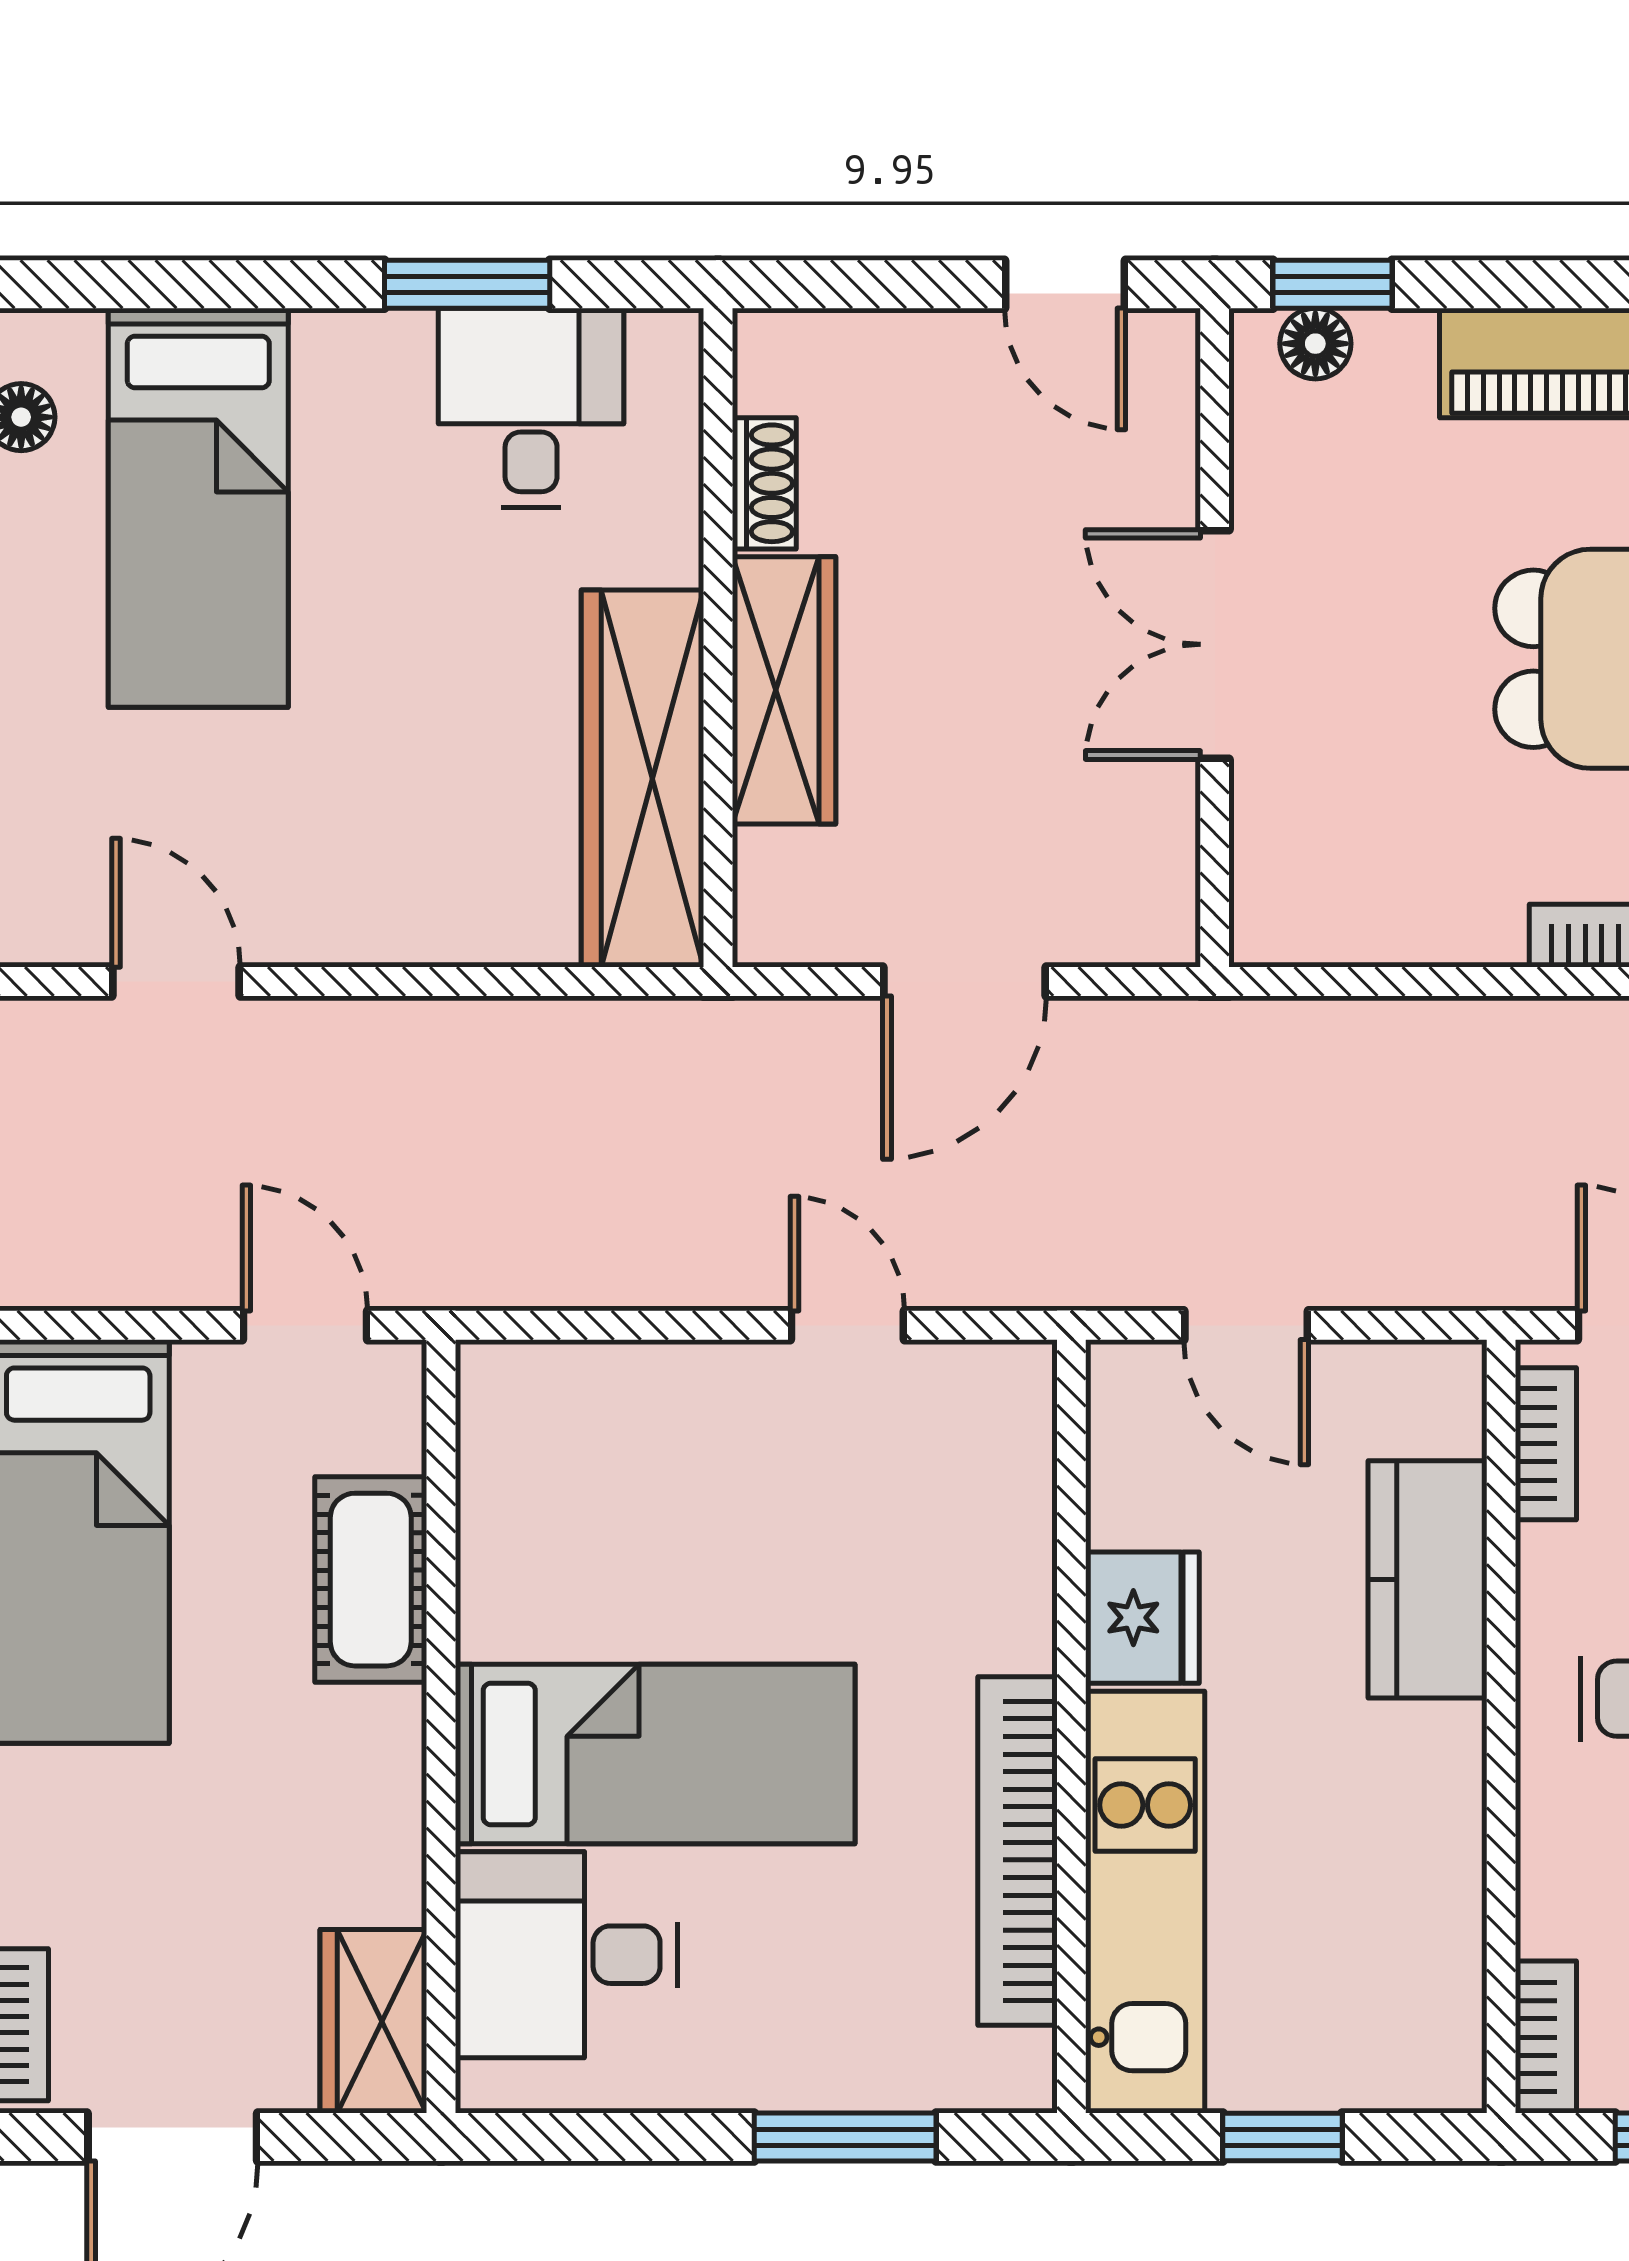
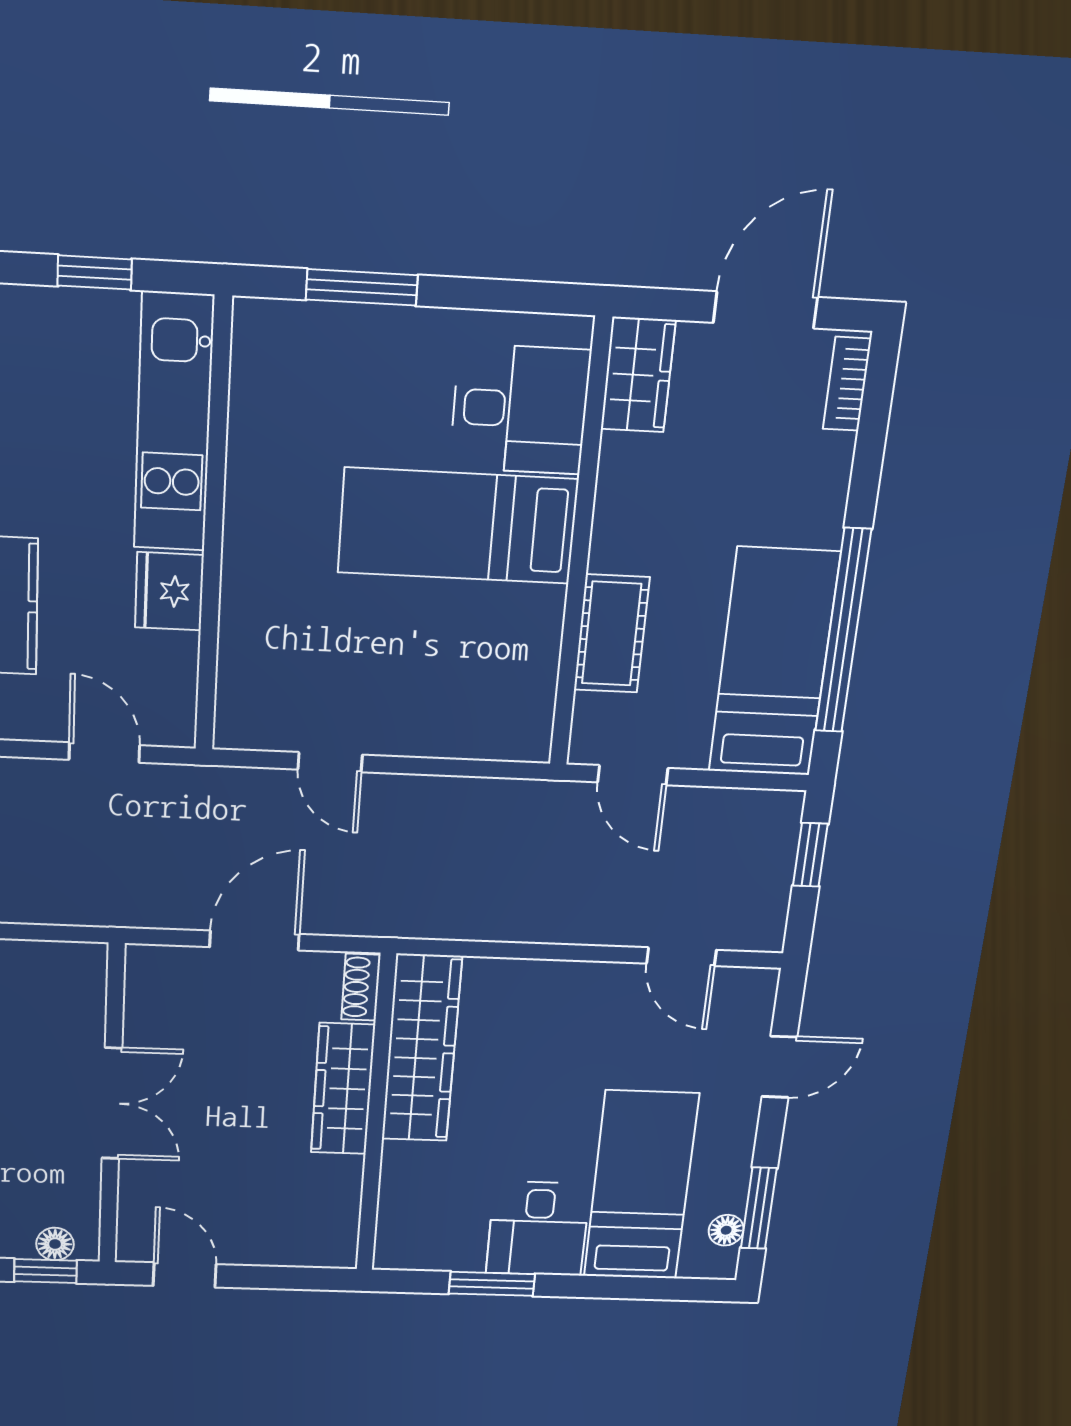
desk: (531, 408) -> (538, 1229), moved
shoe rack: (764, 483) -> (361, 987), moved
bookcase: (1017, 1851) -> (249, 458), removed

